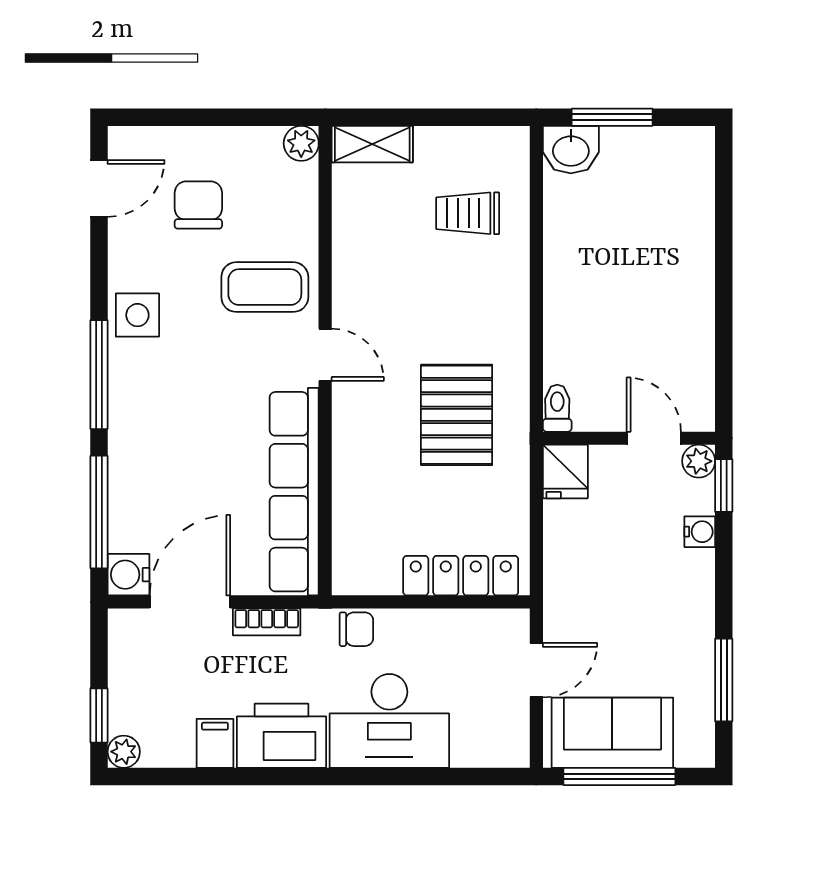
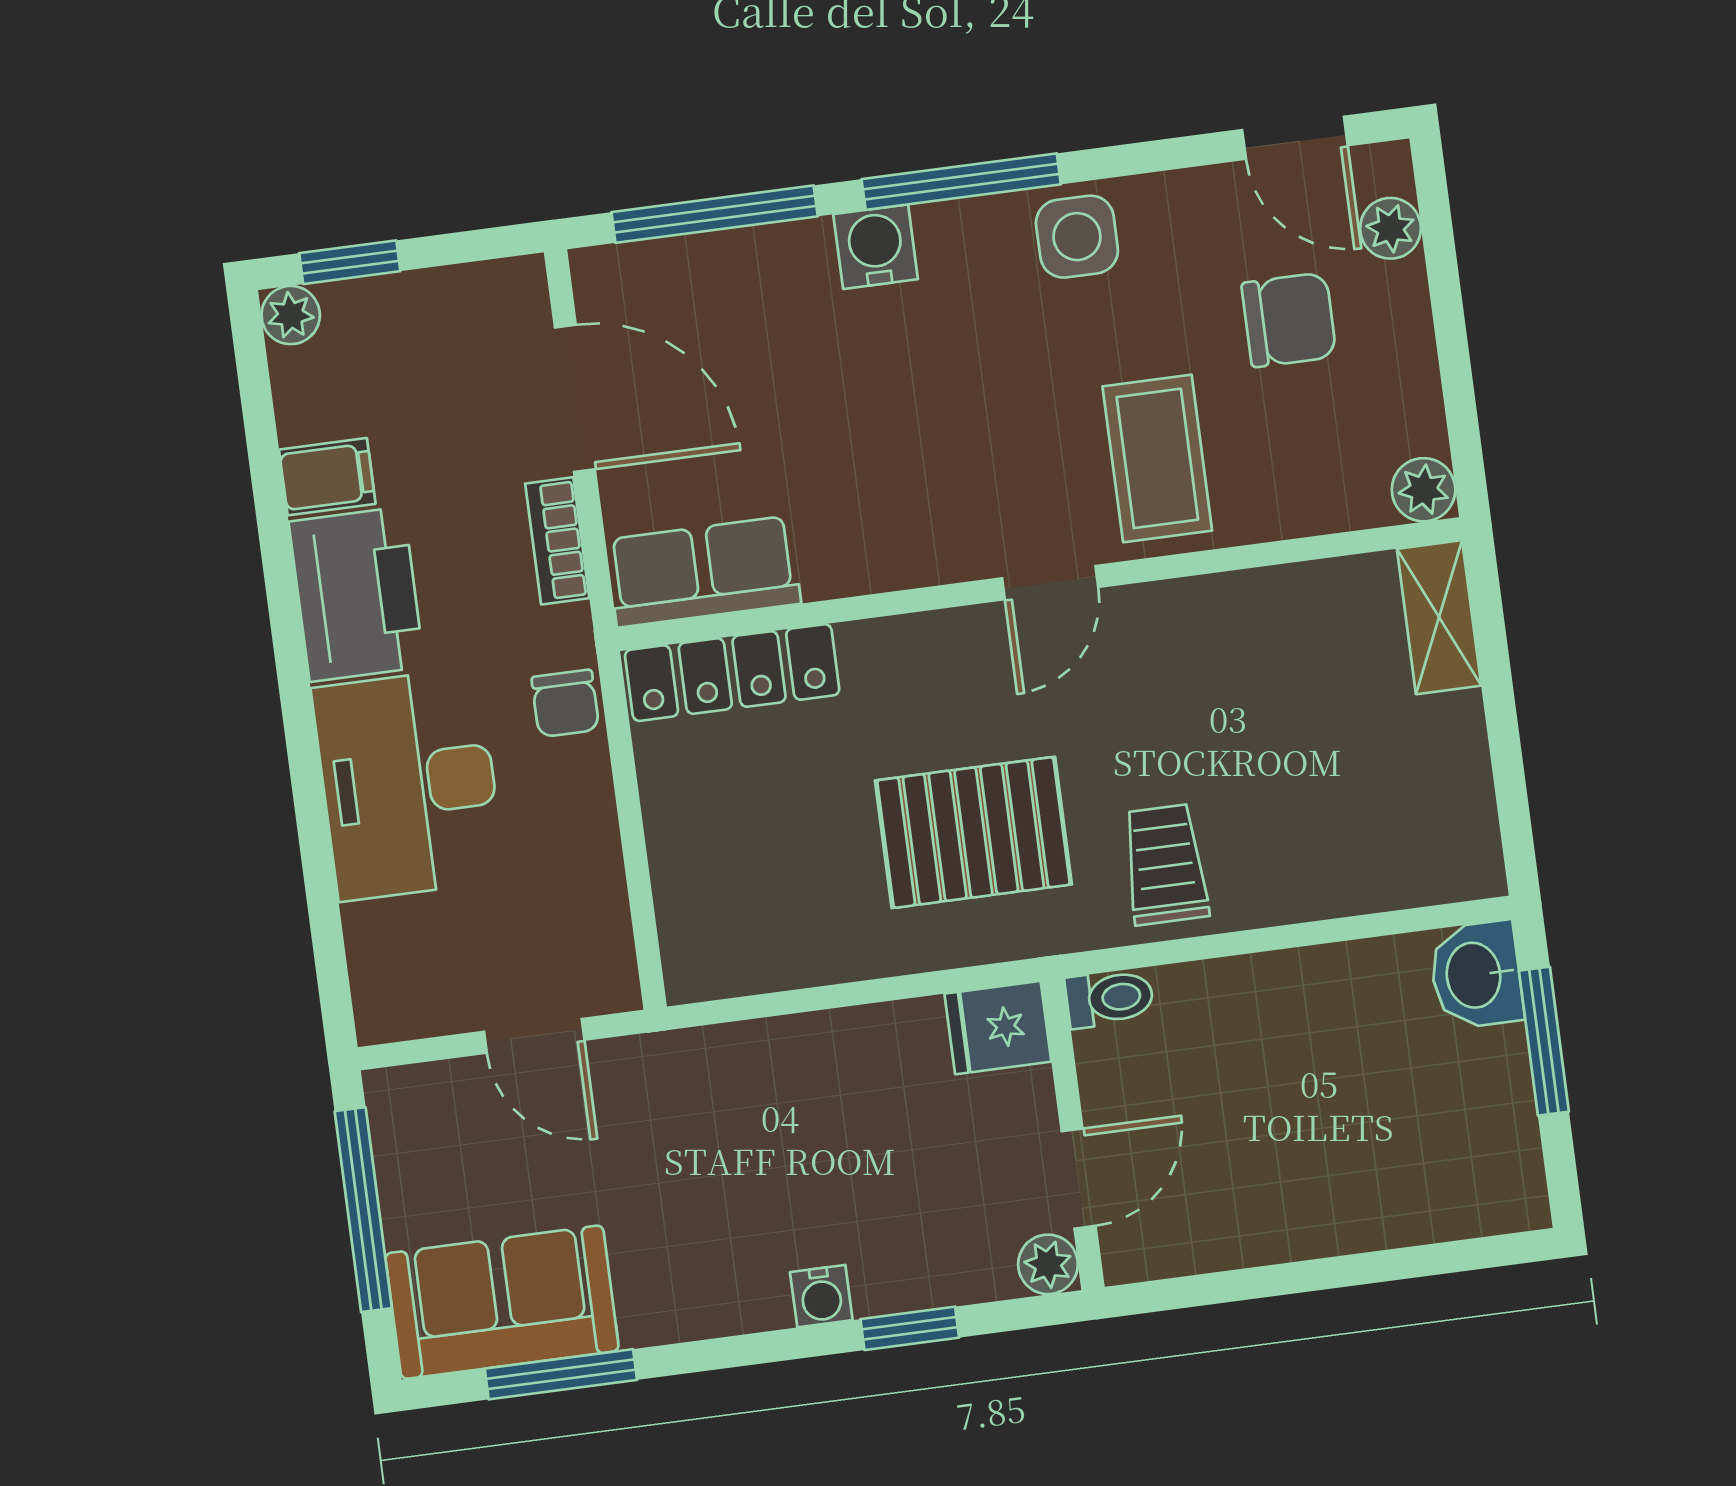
plant: (156, 143) -> (1390, 228), added
trolley: (468, 213) -> (1165, 864), moved
toilet: (557, 408) -> (1110, 998), moved
wall: (629, 438) -> (1073, 1134), moved
door: (654, 438) -> (1079, 1179), moved
plant: (699, 461) -> (1048, 1264), moved
fridge: (565, 472) -> (998, 1028), moved
row of seats: (294, 492) -> (703, 572), width x0.50
water cooler: (128, 575) -> (876, 247), moved
locker: (461, 576) -> (732, 673), moved, turned 90
sofa: (612, 733) -> (502, 1302), moved, turned -90

